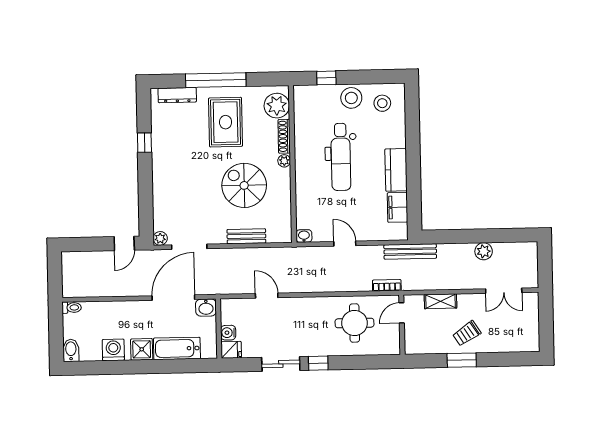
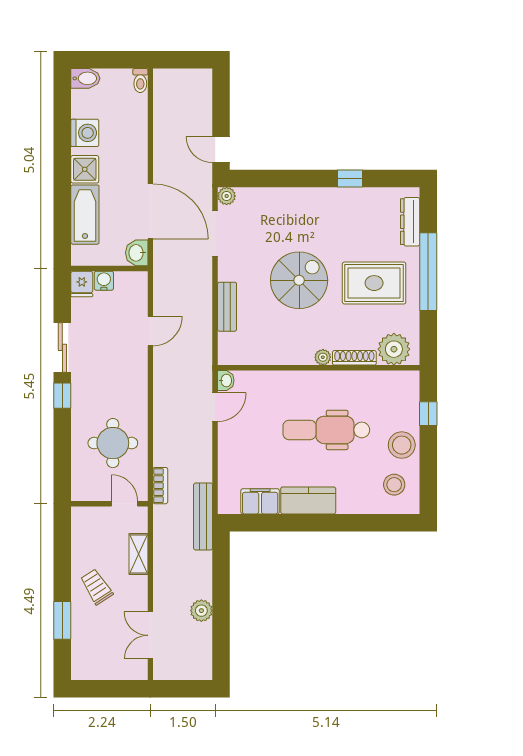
spiral stairs: (244, 185) -> (299, 280), moved
door: (345, 244) -> (215, 407), moved
window: (462, 360) -> (62, 620), moved

